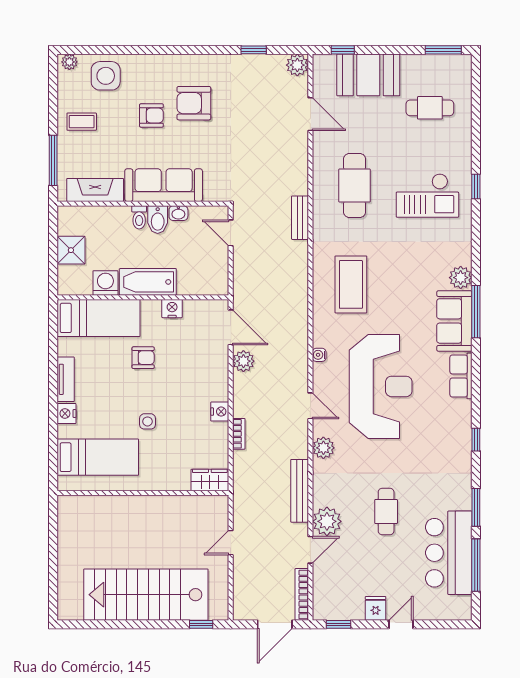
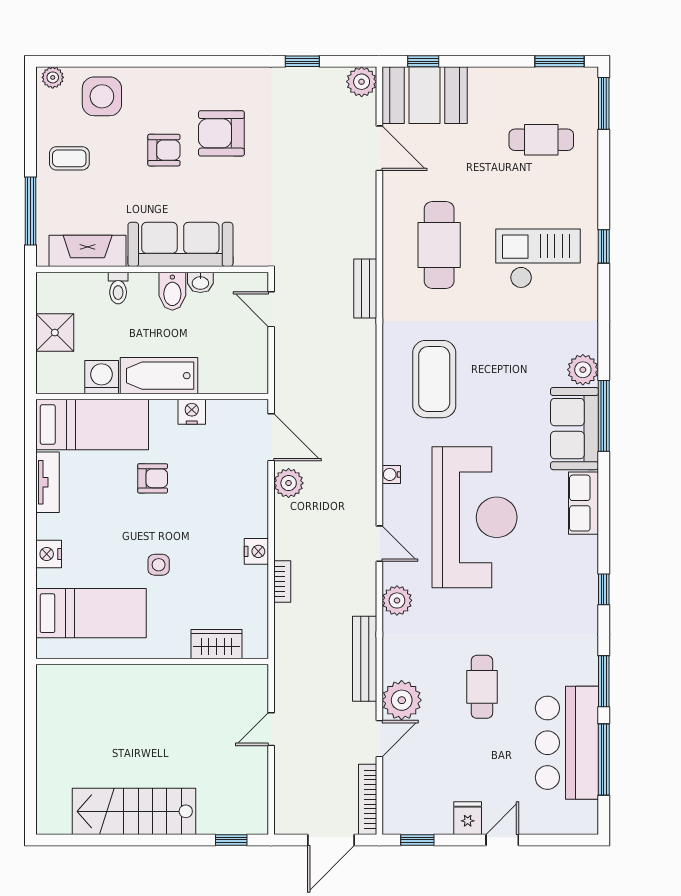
booth: (368, 75) -> (425, 95), moved
window: (476, 81) -> (604, 103), added
checkout: (427, 195) -> (538, 258), turned 180
toilet: (139, 217) -> (118, 288), moved
tv unit: (66, 379) -> (48, 482), moved
wardrobe: (210, 480) -> (216, 644), moved
stairs: (146, 595) -> (134, 811), width x0.73, depth x0.66

